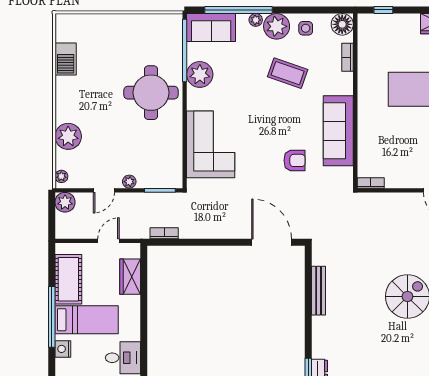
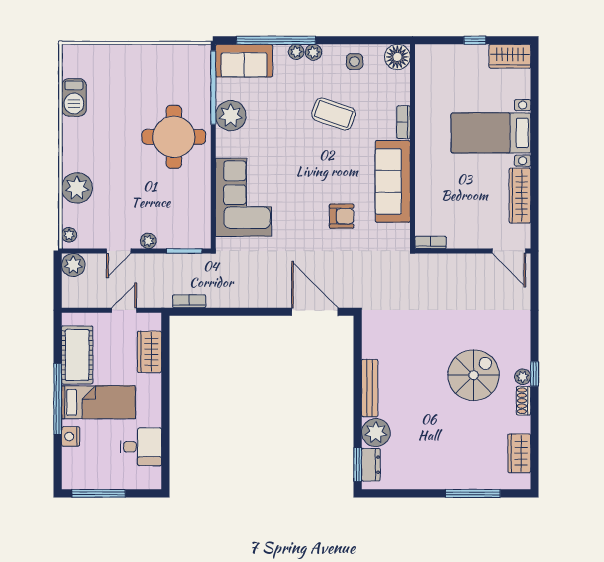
window: (383, 10) -> (475, 40), moved
plant: (277, 26) -> (313, 52), width x0.53, depth x0.53
bookcase: (348, 57) -> (404, 122), moved
bench: (319, 291) -> (370, 388), moved
plant: (324, 346) -> (376, 433), added

